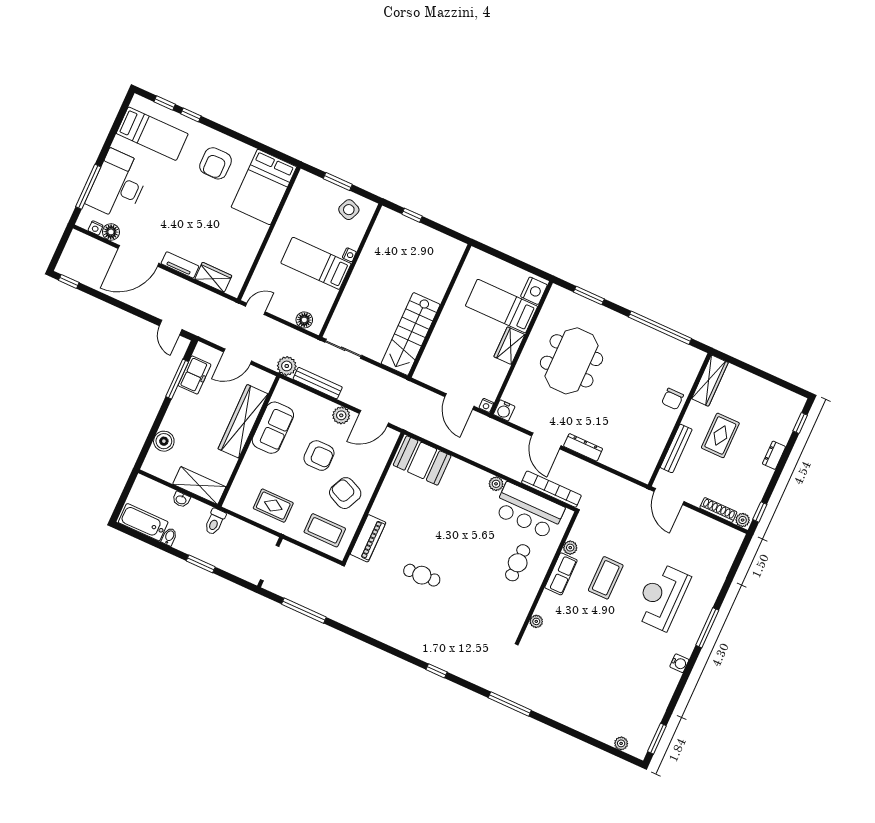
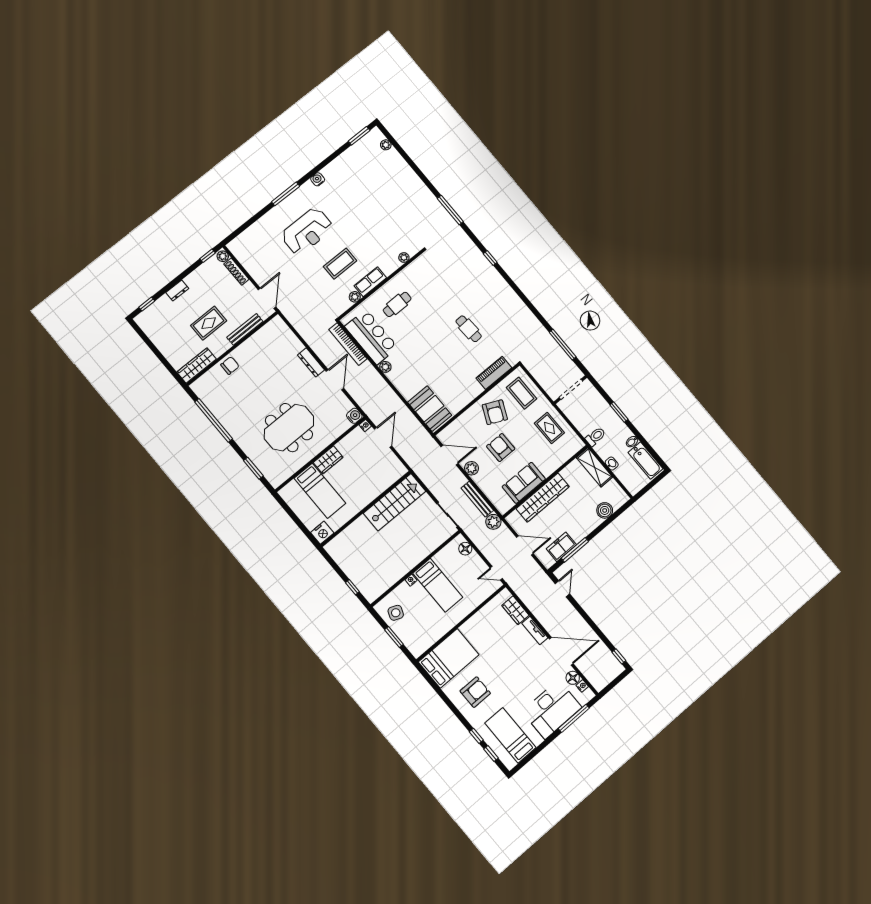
nightstand: (534, 291) -> (322, 533), moved, turned 180

